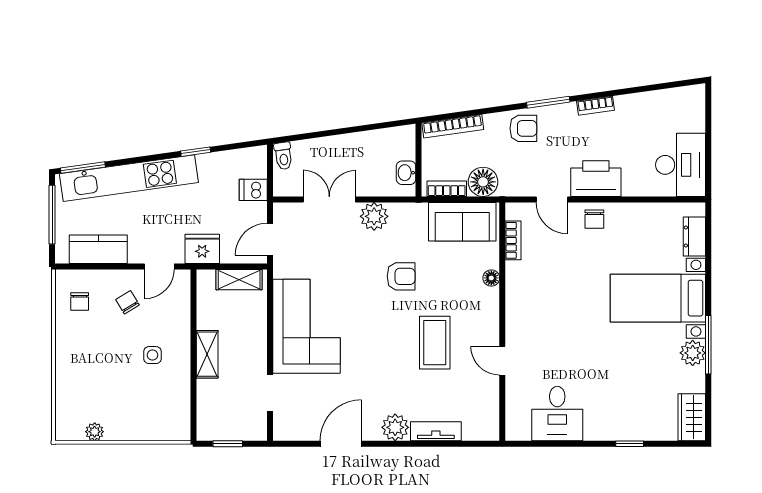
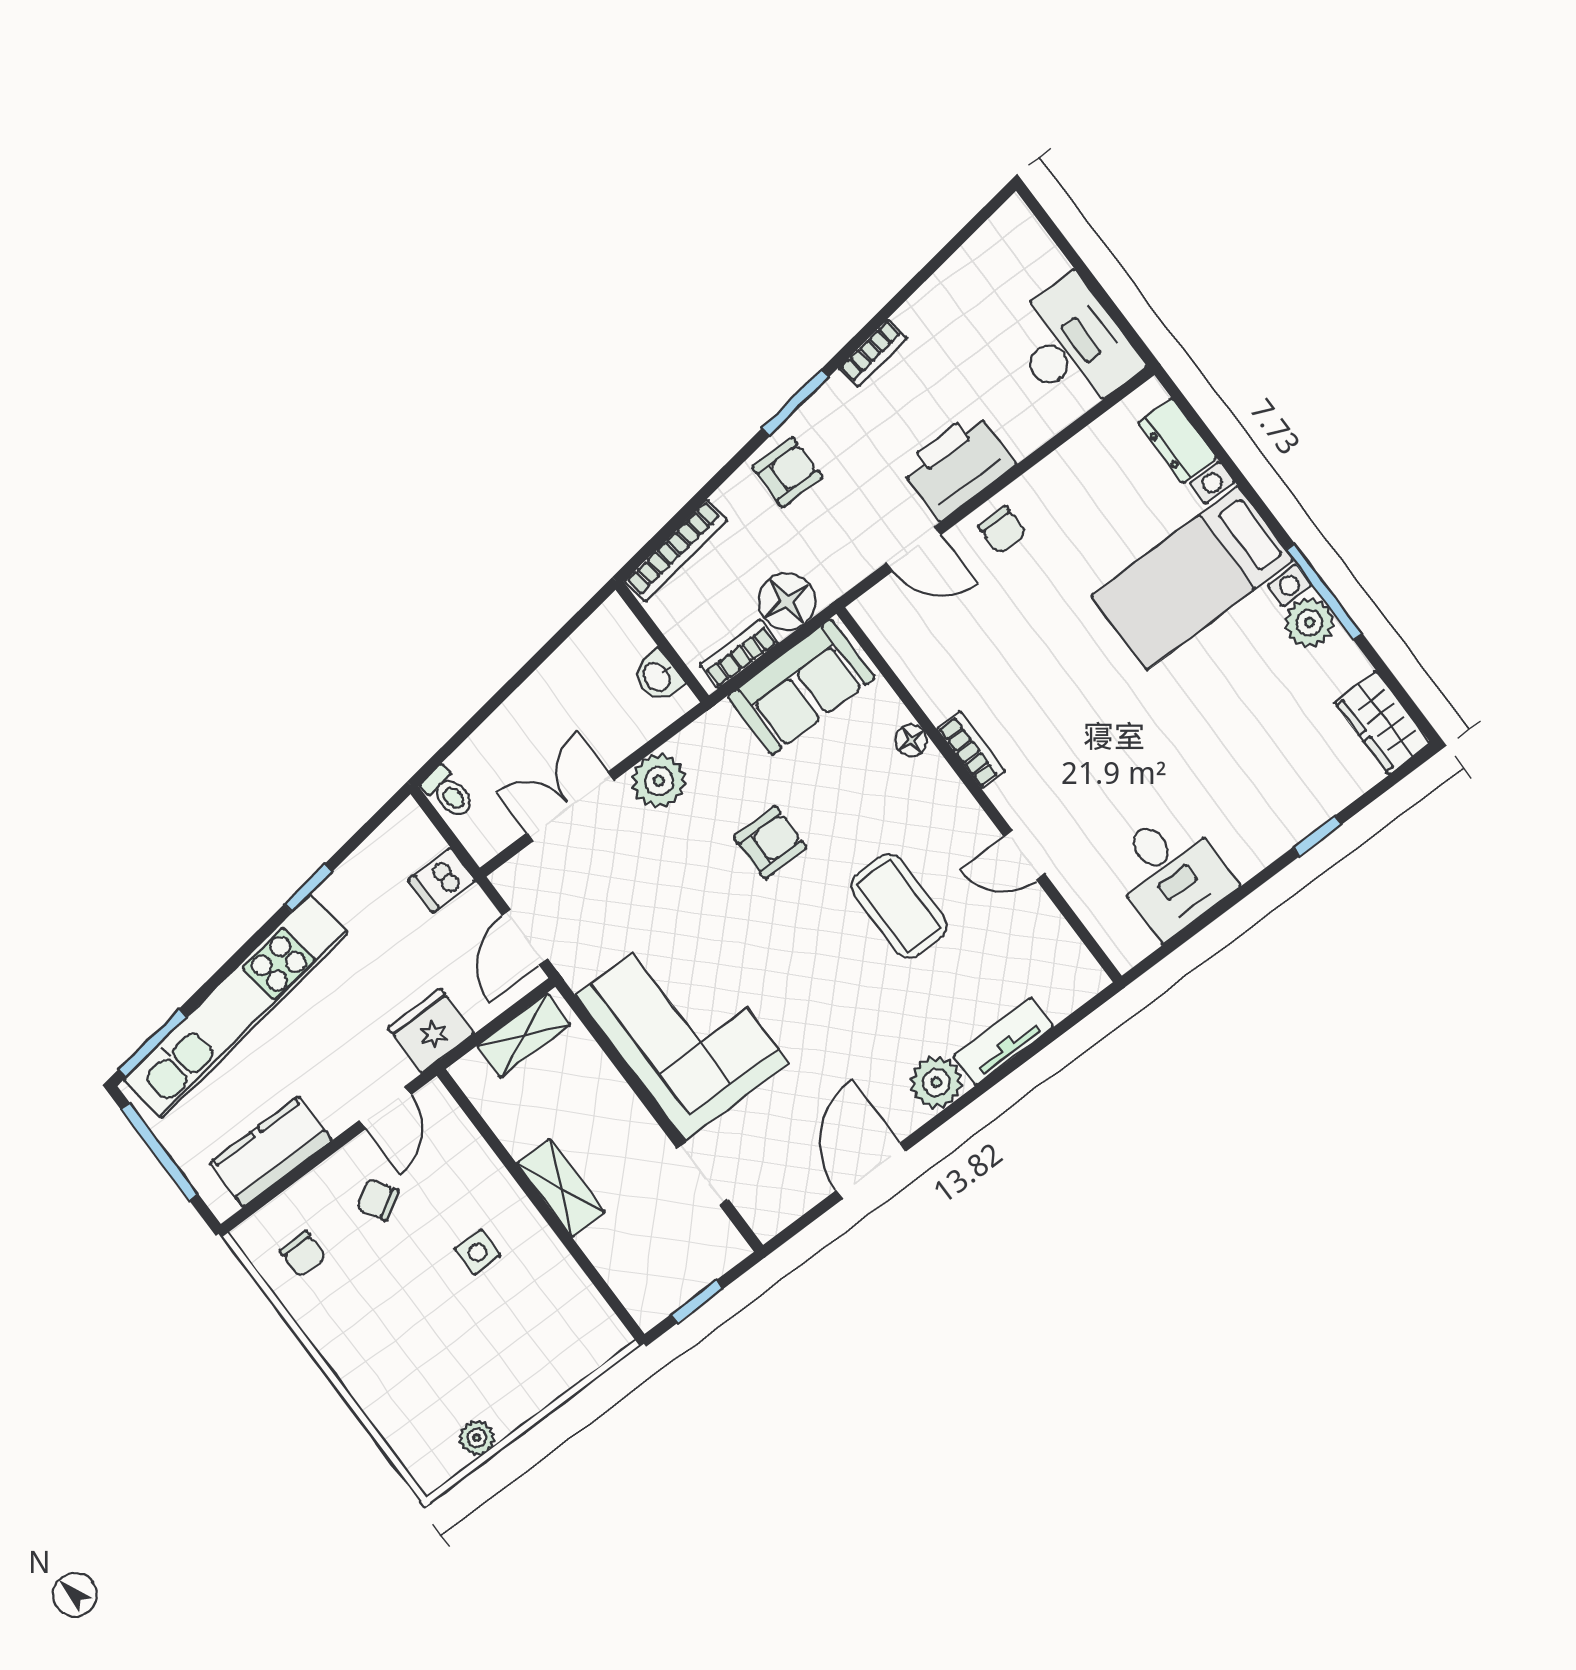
bookcase: (513, 240) -> (971, 750), moved

